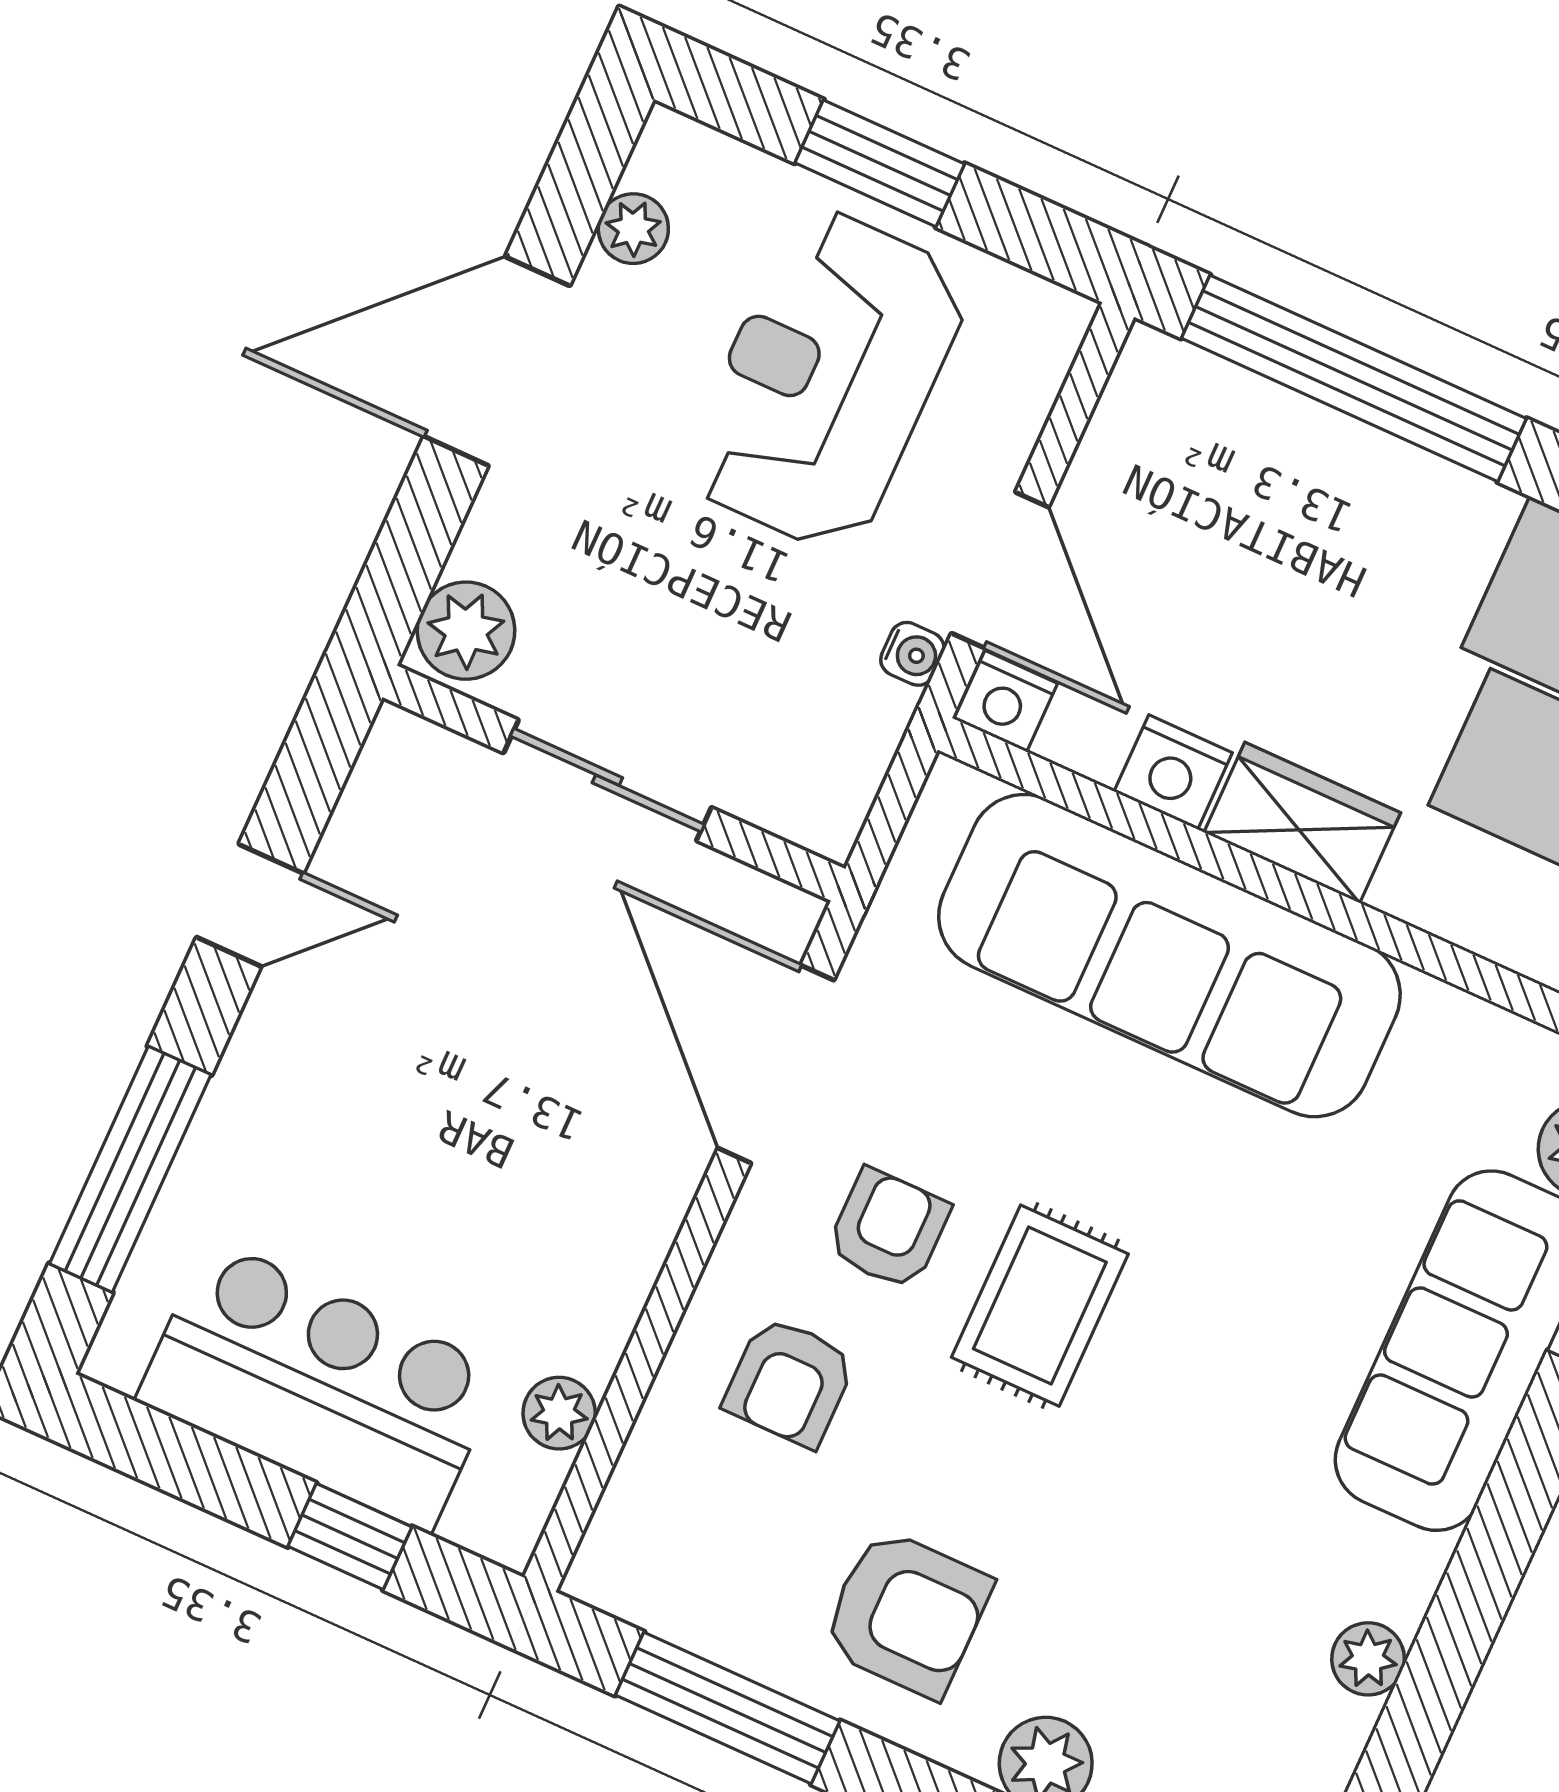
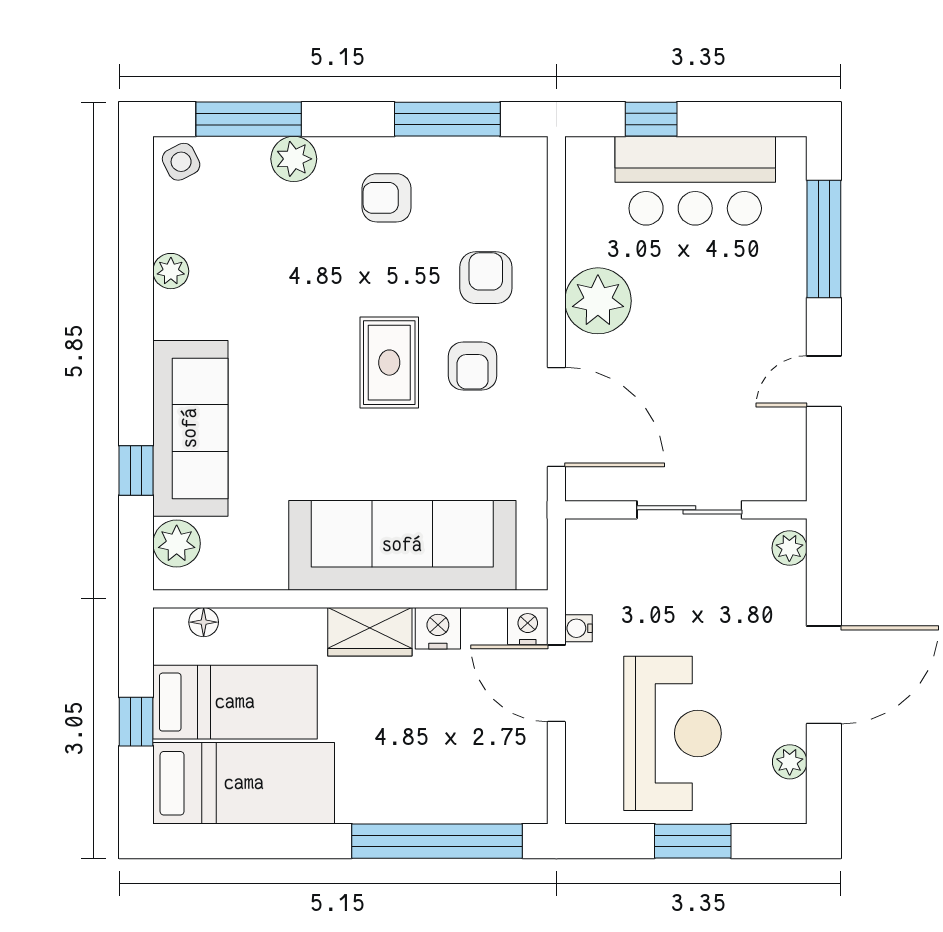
plant: (466, 631) -> (789, 548), width x0.73, depth x0.73
plant: (559, 1413) -> (598, 301), moved, width x1.88, depth x1.88
armchair: (906, 1613) -> (387, 198), width x0.72, depth x0.72

